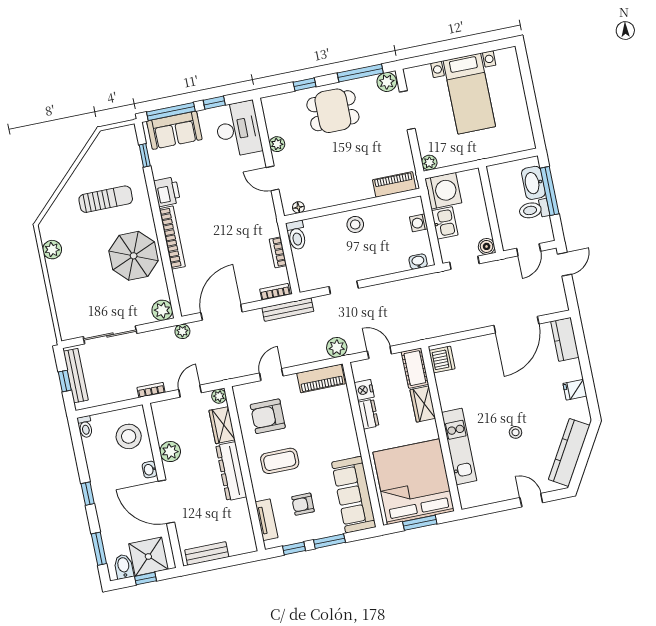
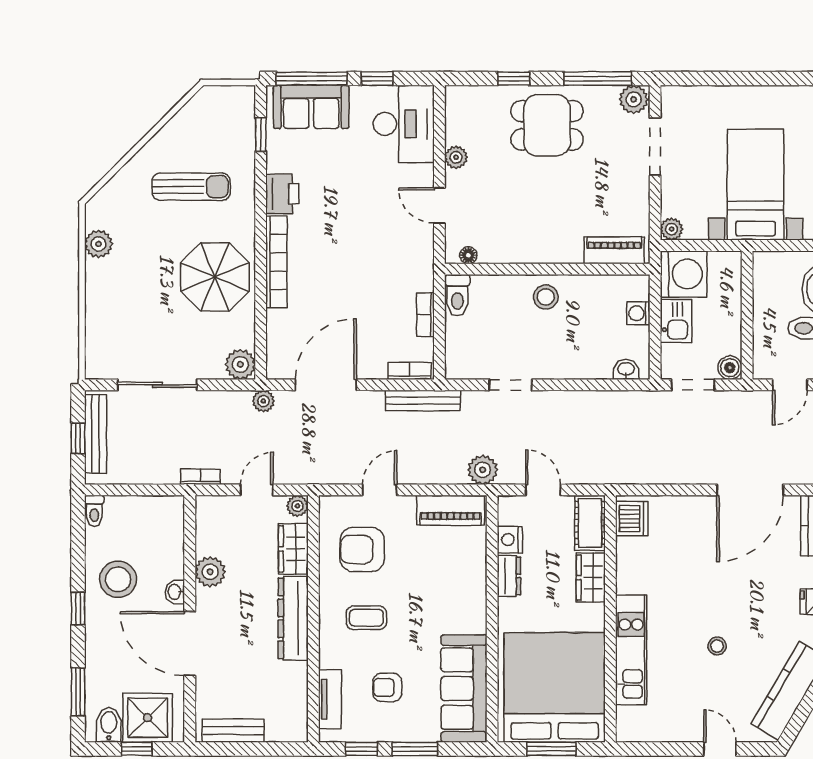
bed with nightstands: (469, 94) -> (756, 185), moved, turned 180
stool: (129, 436) -> (118, 579), moved
coffee table: (280, 461) -> (366, 618), width x0.73, depth x0.77

